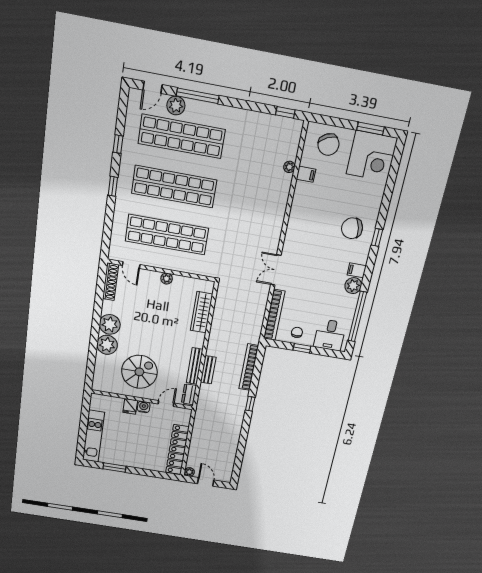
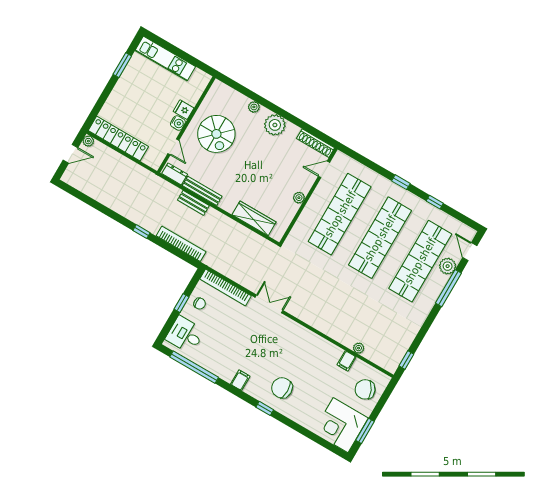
chair: (352, 228) -> (282, 388), turned -77
plant: (353, 286) -> (227, 372), removed
plant: (107, 345) -> (254, 107), width x0.53, depth x0.53

